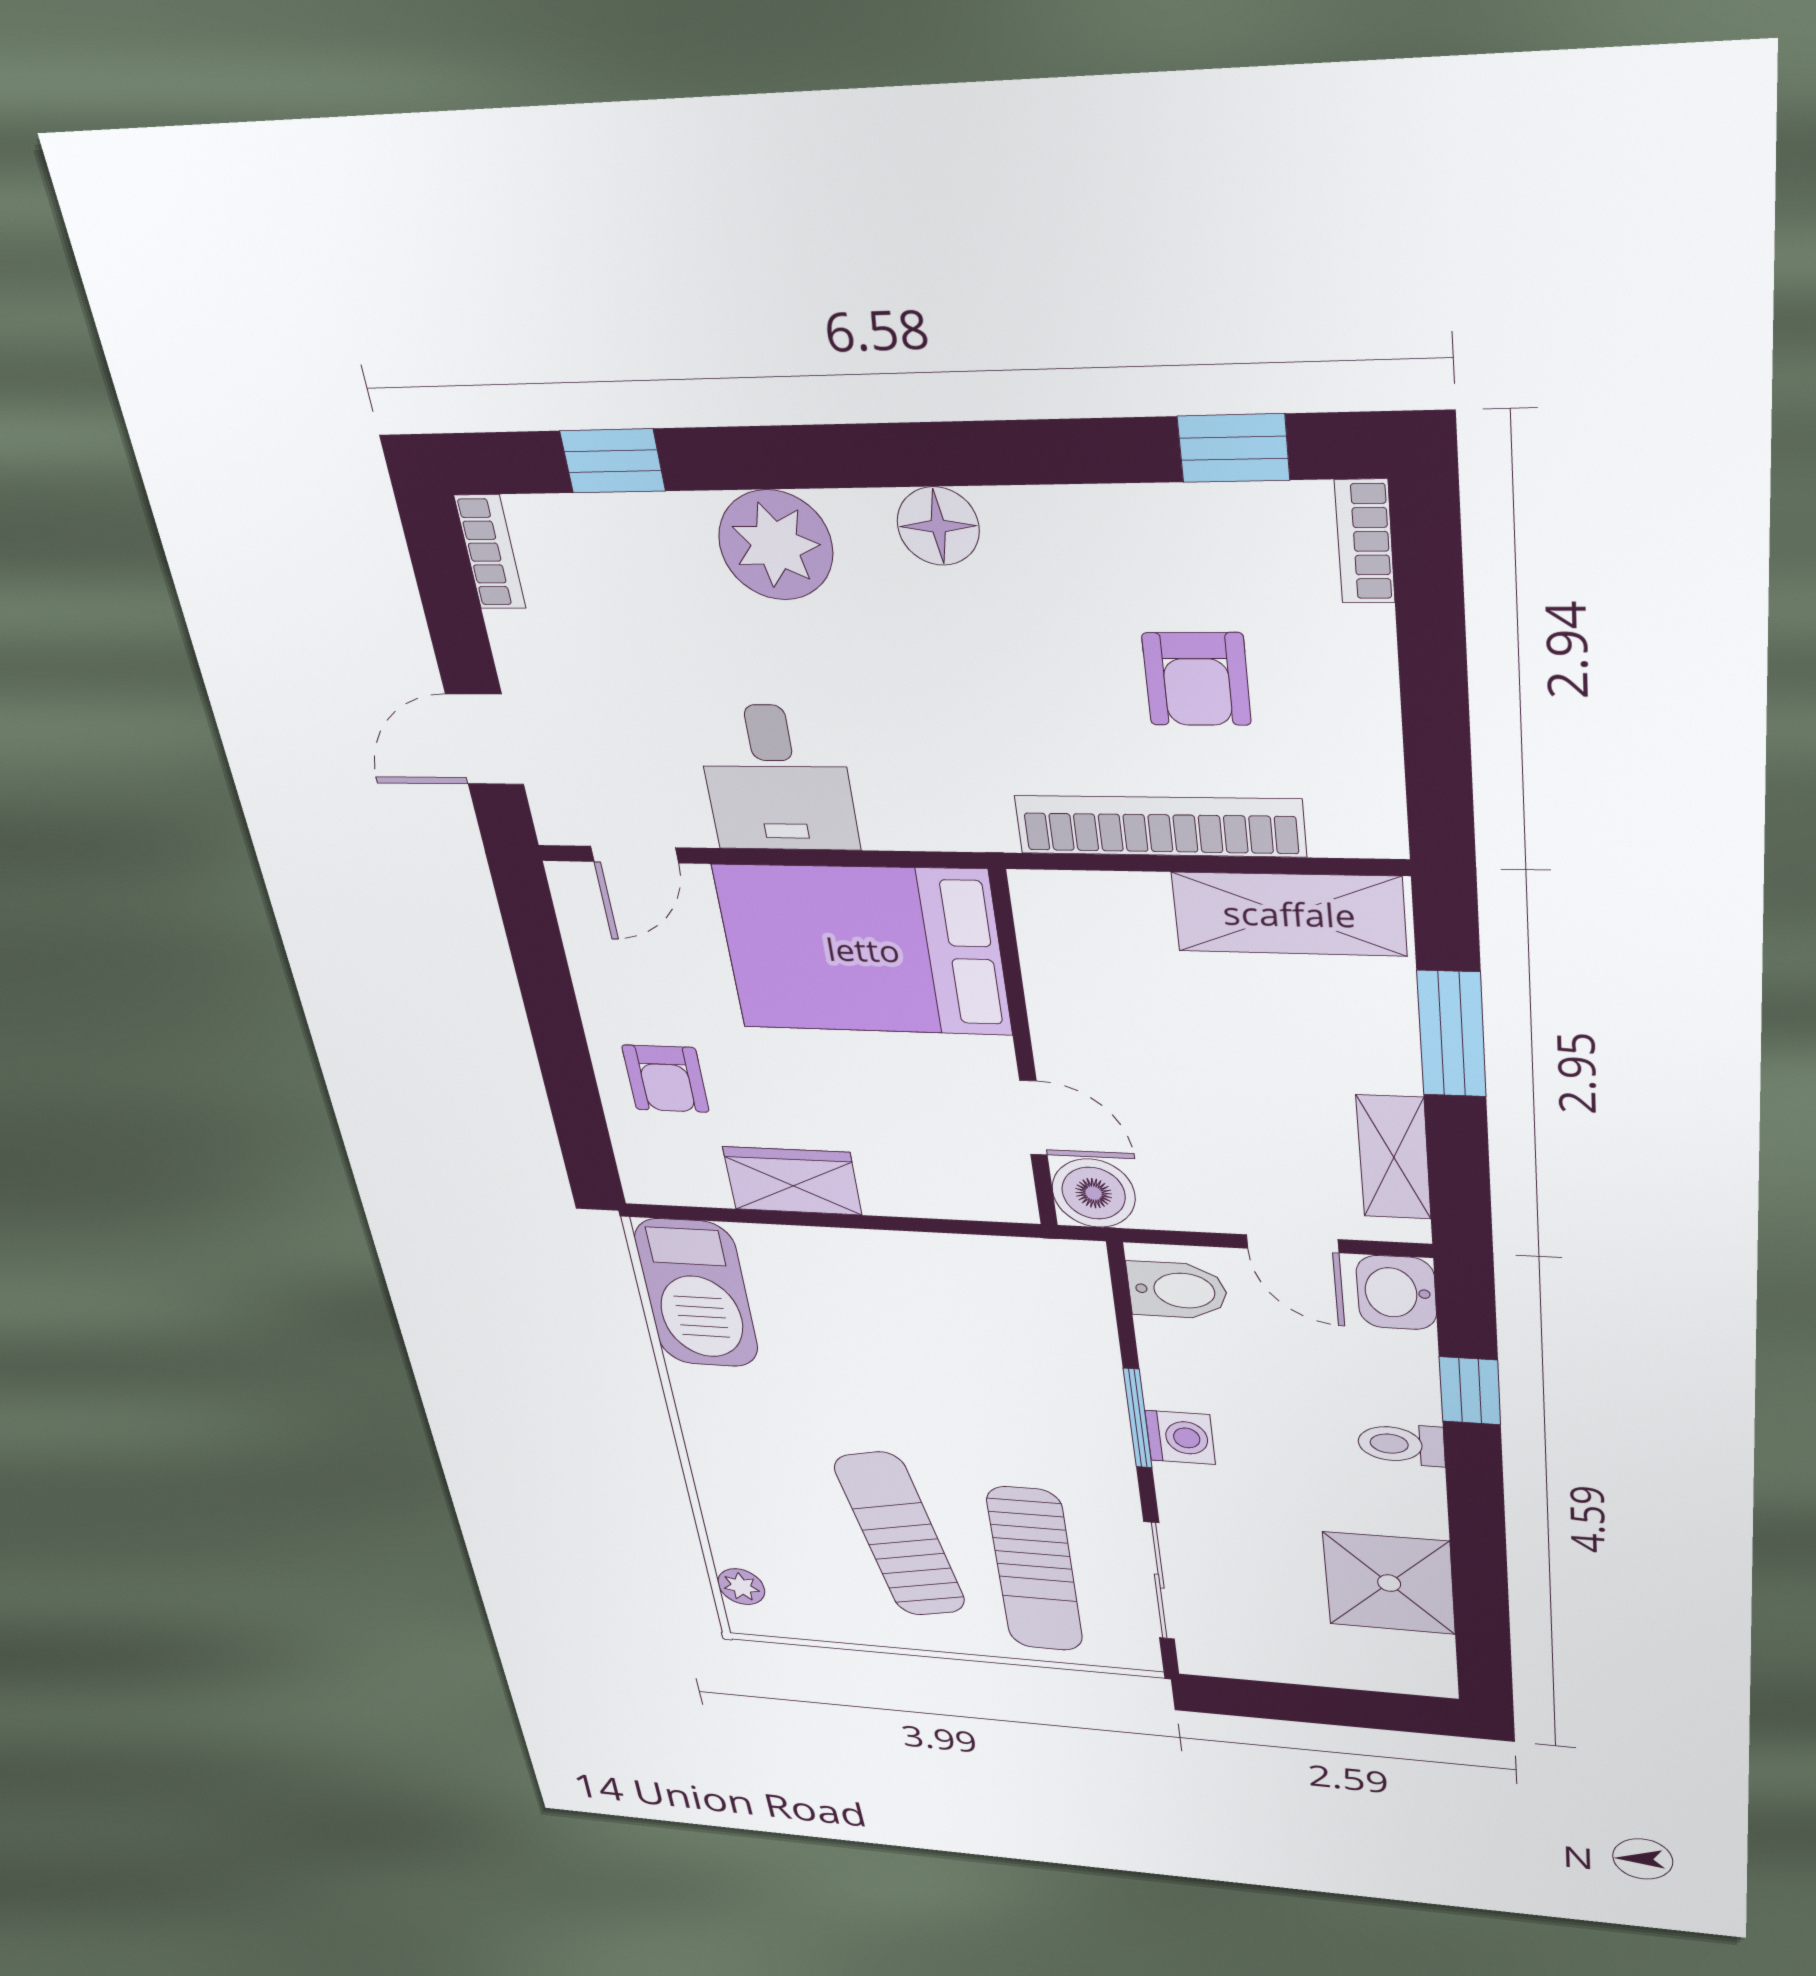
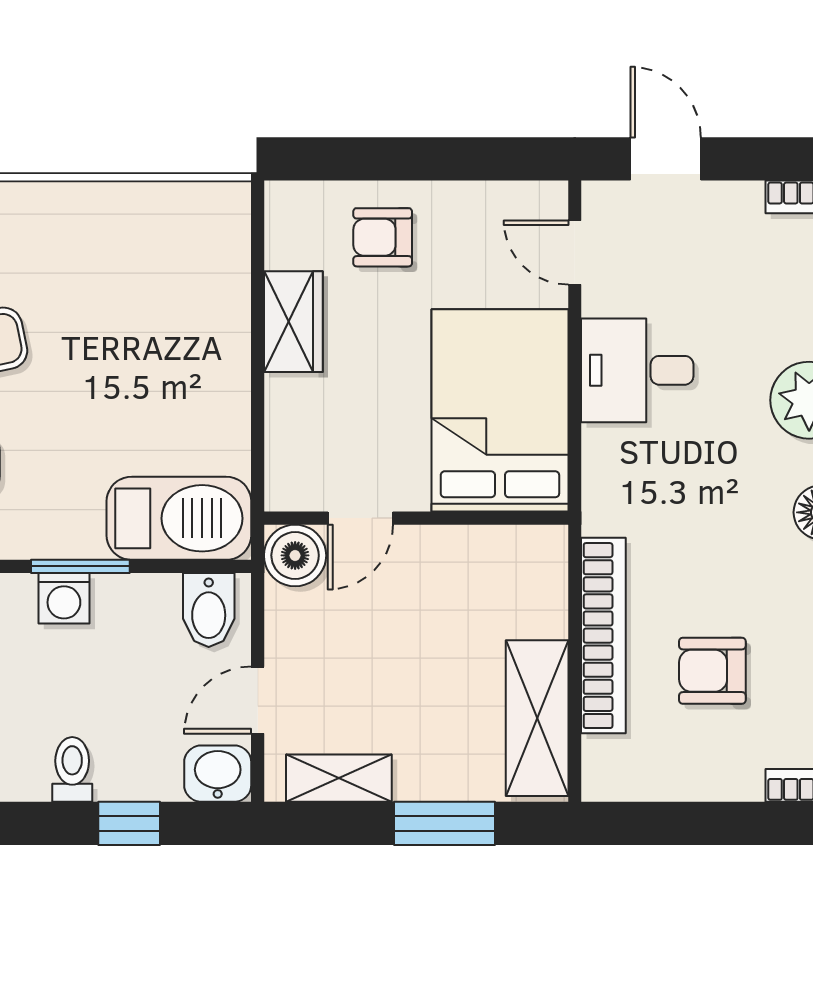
barbecue: (696, 1293) -> (179, 518), moved, turned 180

